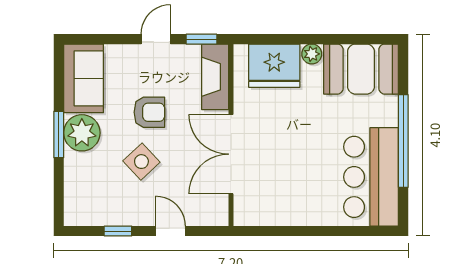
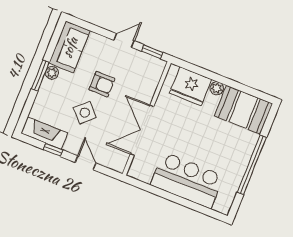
fireplace: (215, 77) -> (44, 133), moved, turned 90
plant: (82, 133) -> (52, 73), width x0.53, depth x0.53
bar counter: (371, 177) -> (187, 180), moved, turned 90

